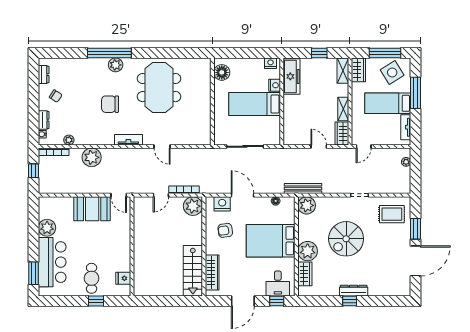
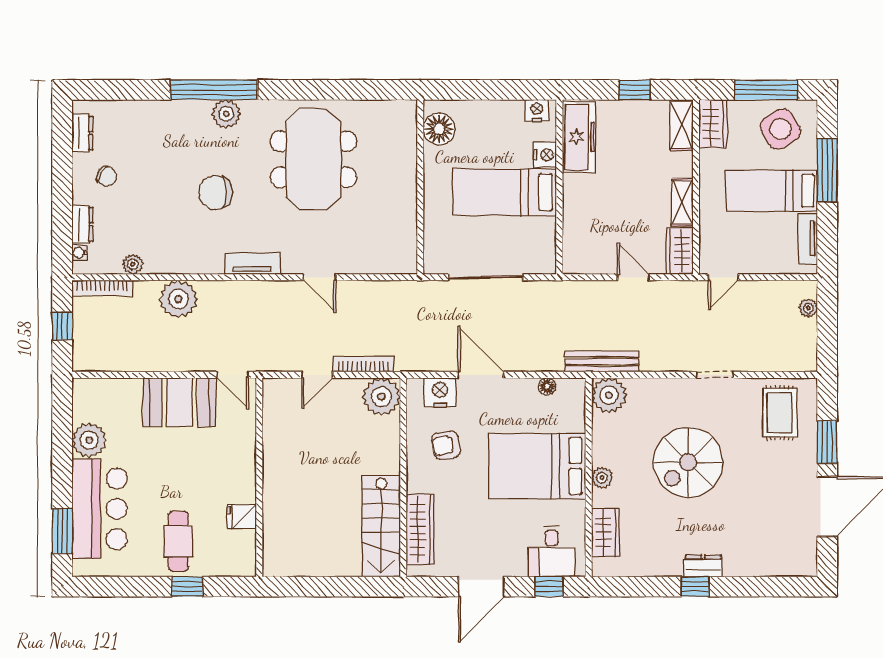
rug: (392, 214) -> (780, 413), turned 90
plant: (308, 251) -> (602, 478), width x0.53, depth x0.53
fridge: (123, 278) -> (242, 517), moved
dresser: (354, 291) -> (703, 566), width x0.70

